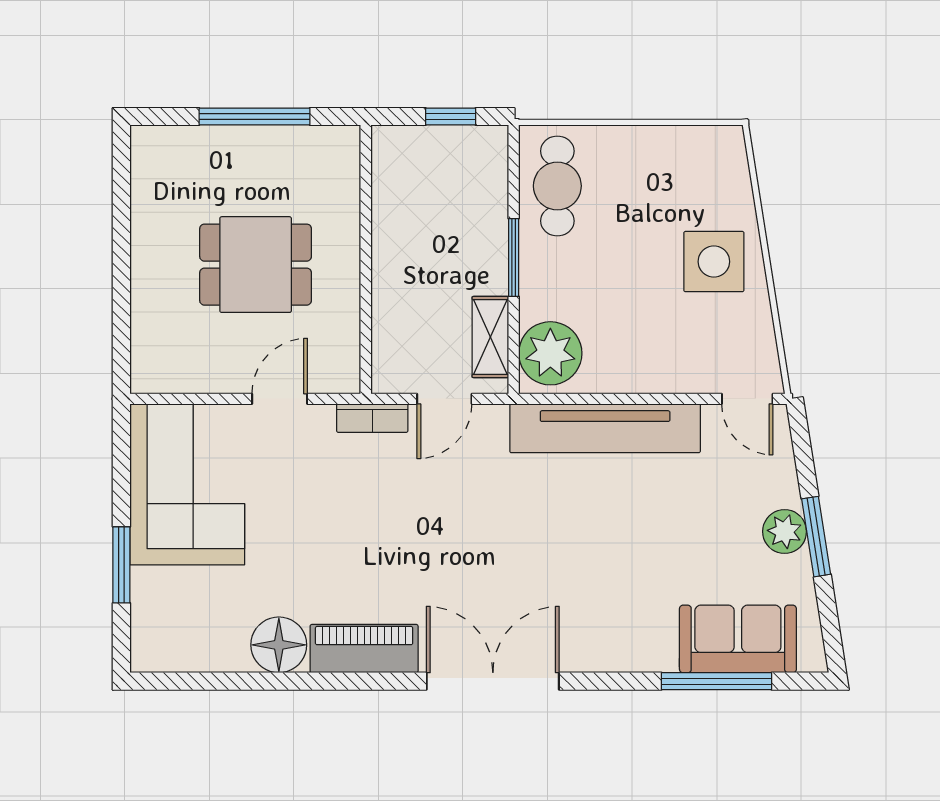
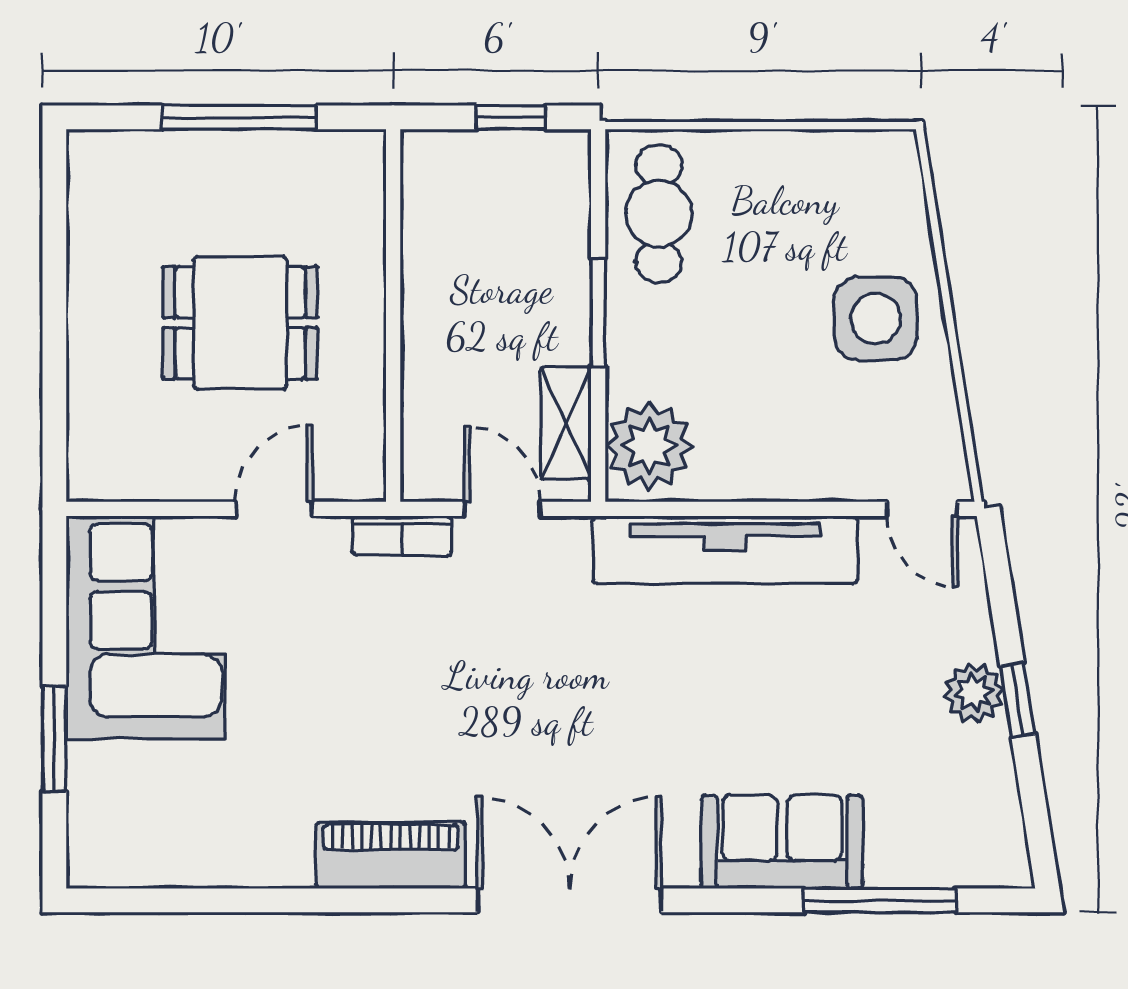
door: (444, 399) -> (502, 509), swing flipped
window: (816, 537) -> (1018, 700), width x0.67
sofa: (738, 639) -> (782, 842), moved
floor lamp: (279, 645) -> (273, 850), removed

